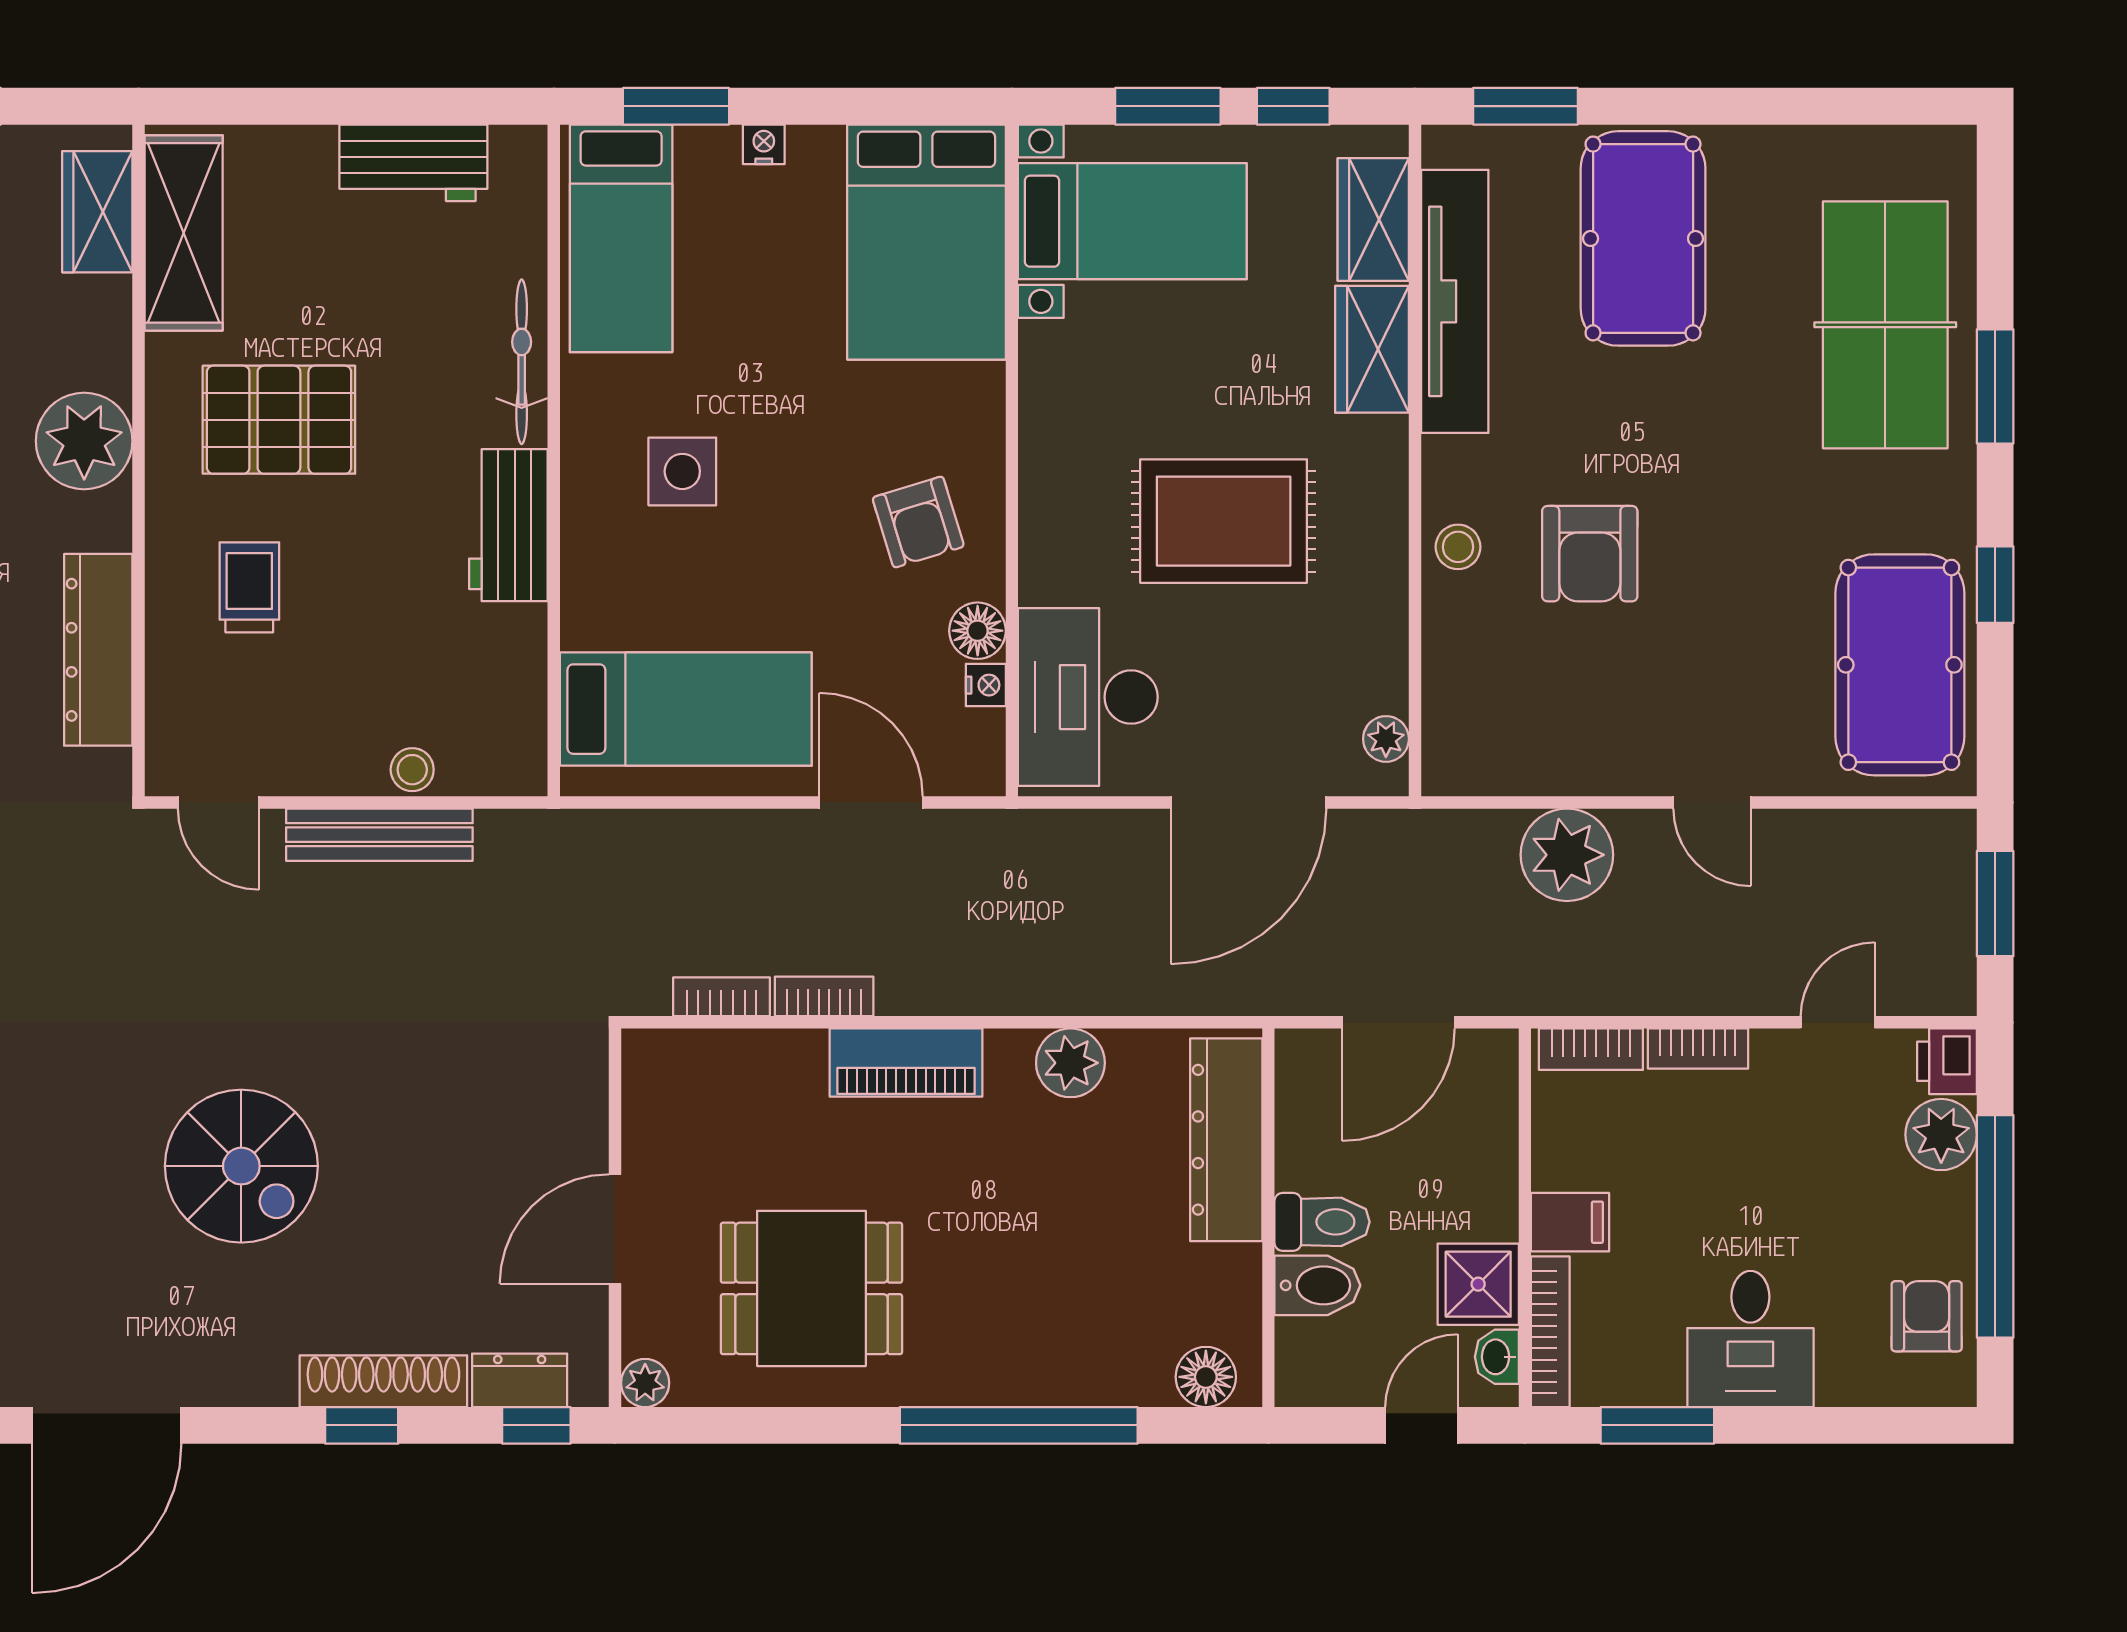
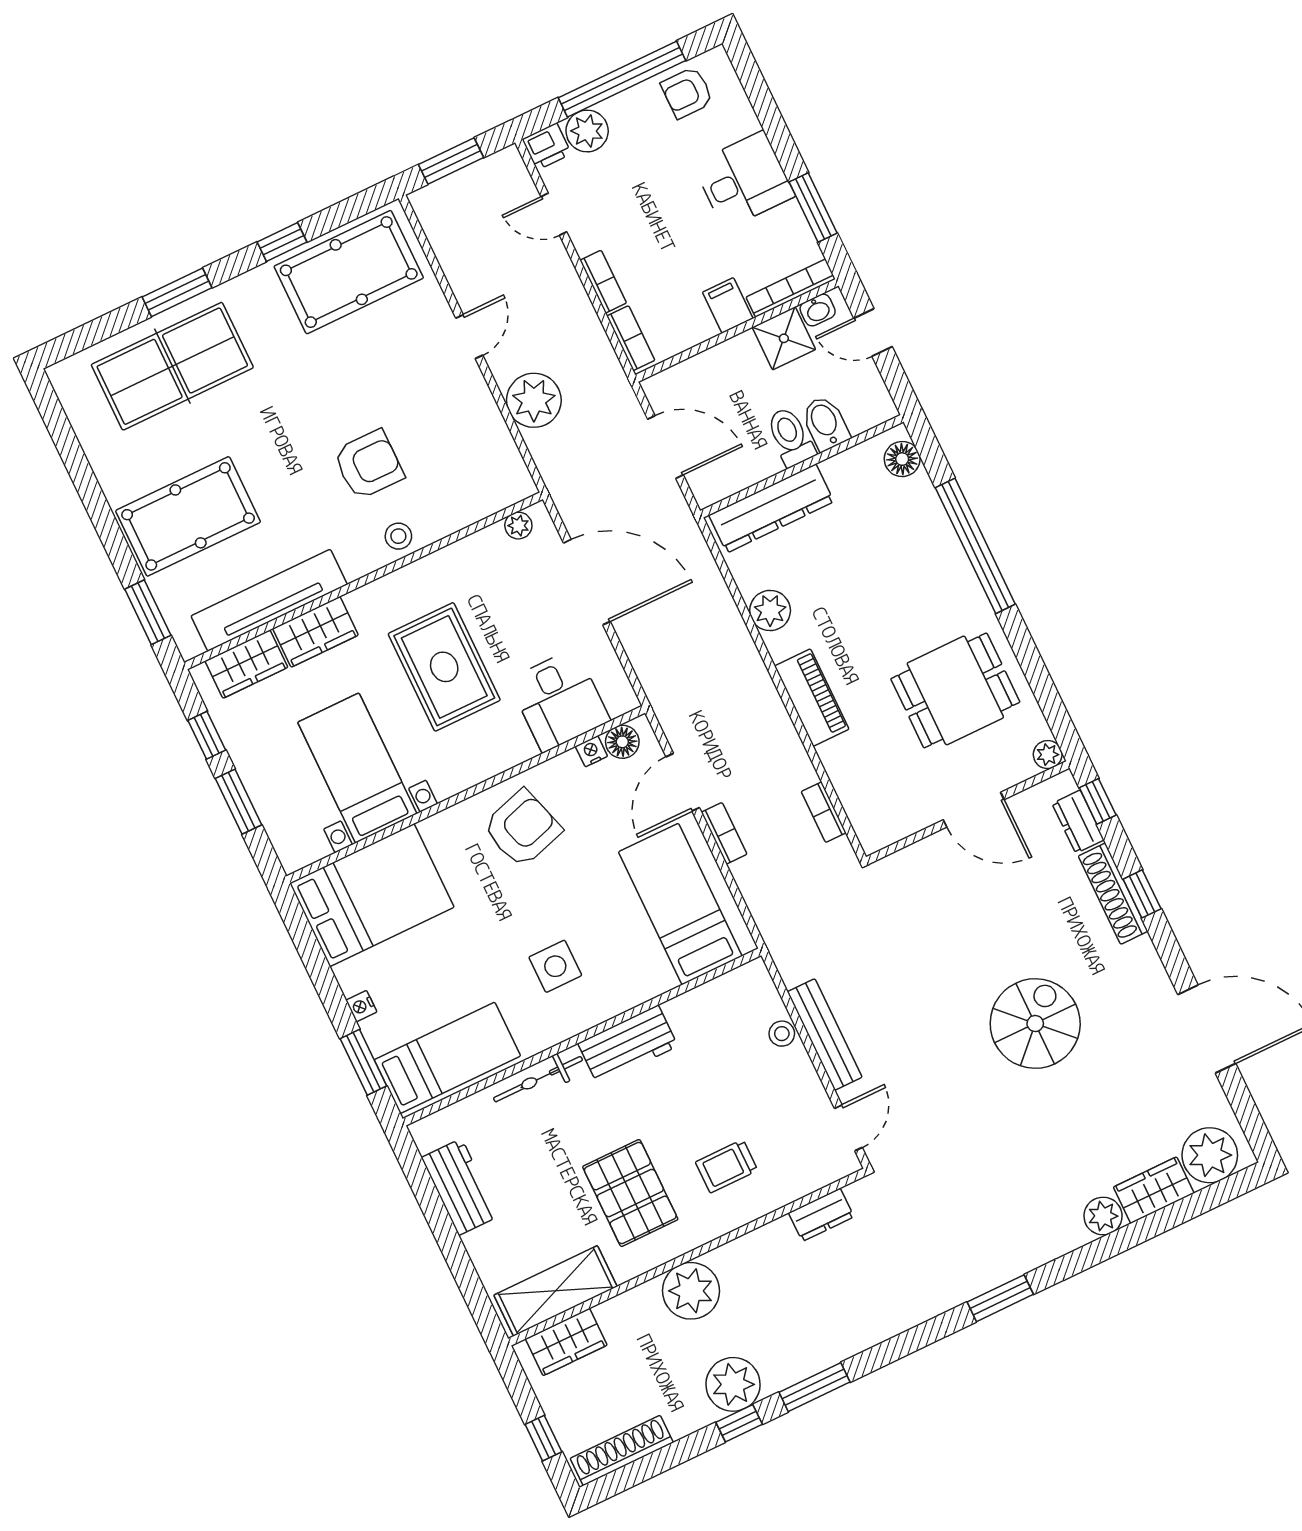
bed with nightstands: (1132, 221) -> (357, 768), moved
armchair: (918, 522) -> (522, 828), width x1.38, depth x1.38
floor lamp: (978, 631) -> (622, 742), moved
dresser: (98, 650) -> (821, 1215), width x0.51, depth x0.80
desk: (1088, 697) -> (559, 700), width x0.73
bookcase: (824, 996) -> (724, 833), moved, turned 180
dining table: (811, 1288) -> (955, 690), turned 90

